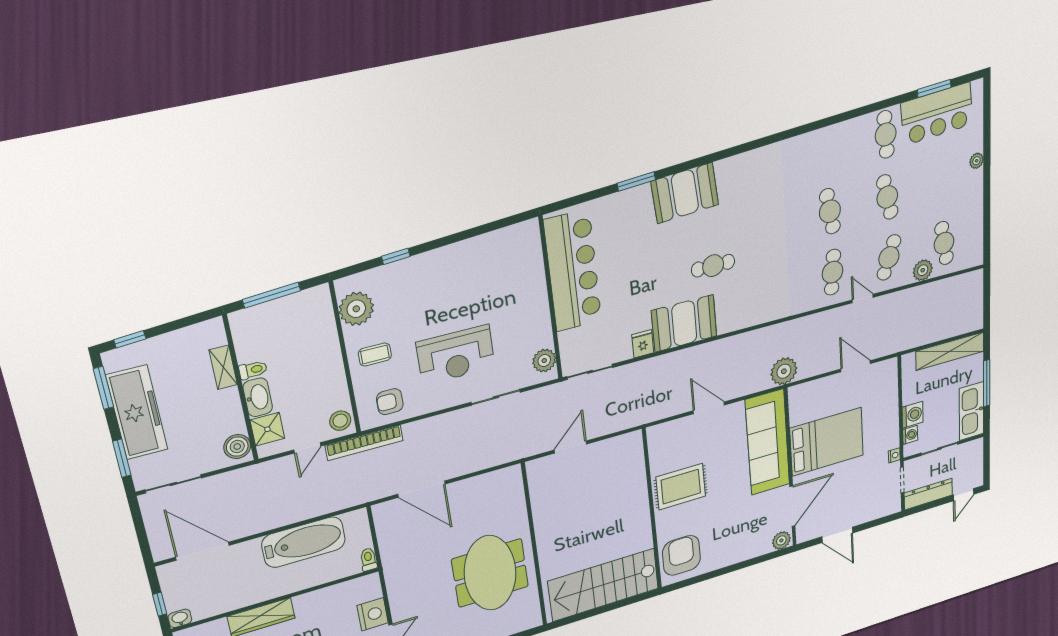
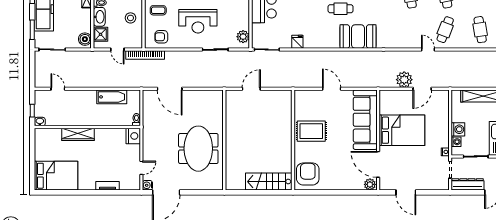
plant: (923, 270) -> (466, 42), removed
cafe table: (833, 272) -> (410, 30), removed
booth: (684, 323) -> (358, 37), moved
door: (856, 366) -> (422, 89), swing flipped
plant: (784, 371) -> (404, 80), moved
stool: (340, 421) -> (130, 18), moved
door: (307, 448) -> (117, 50), hinge flipped
door: (792, 506) -> (378, 164), swing flipped
bathtub: (304, 542) -> (112, 97), width x0.73, depth x0.73
door: (203, 551) -> (58, 89), width x0.53
stairs: (604, 585) -> (269, 182), width x0.73, depth x0.66
nightstand: (373, 614) -> (133, 136), moved

